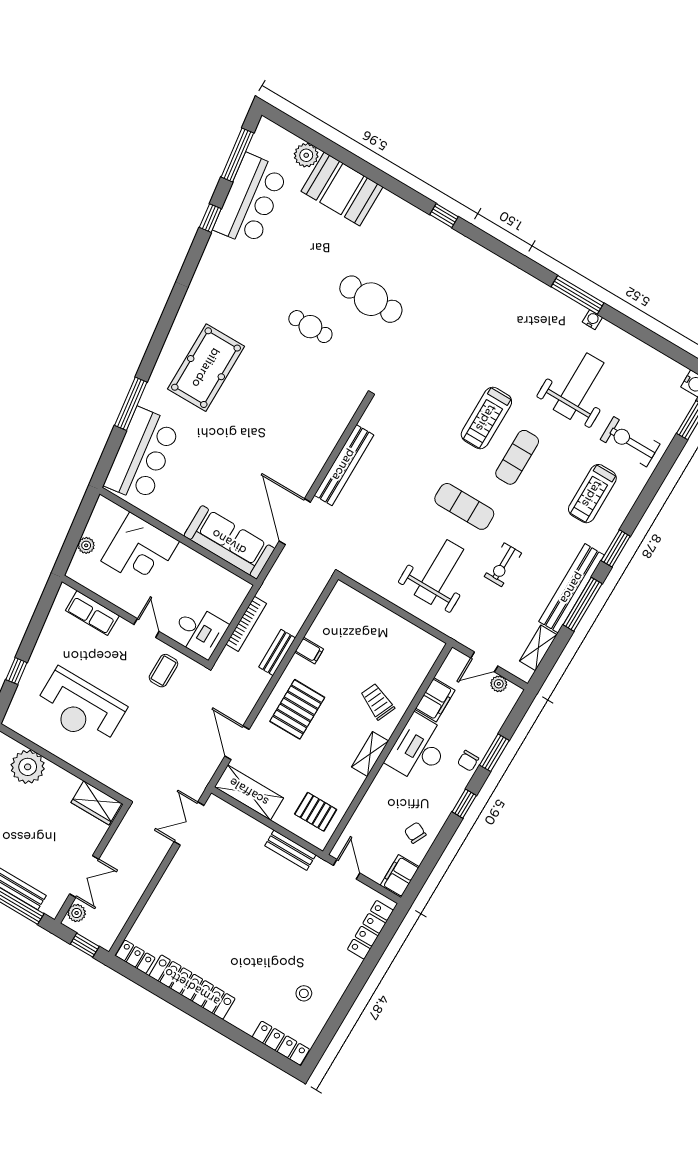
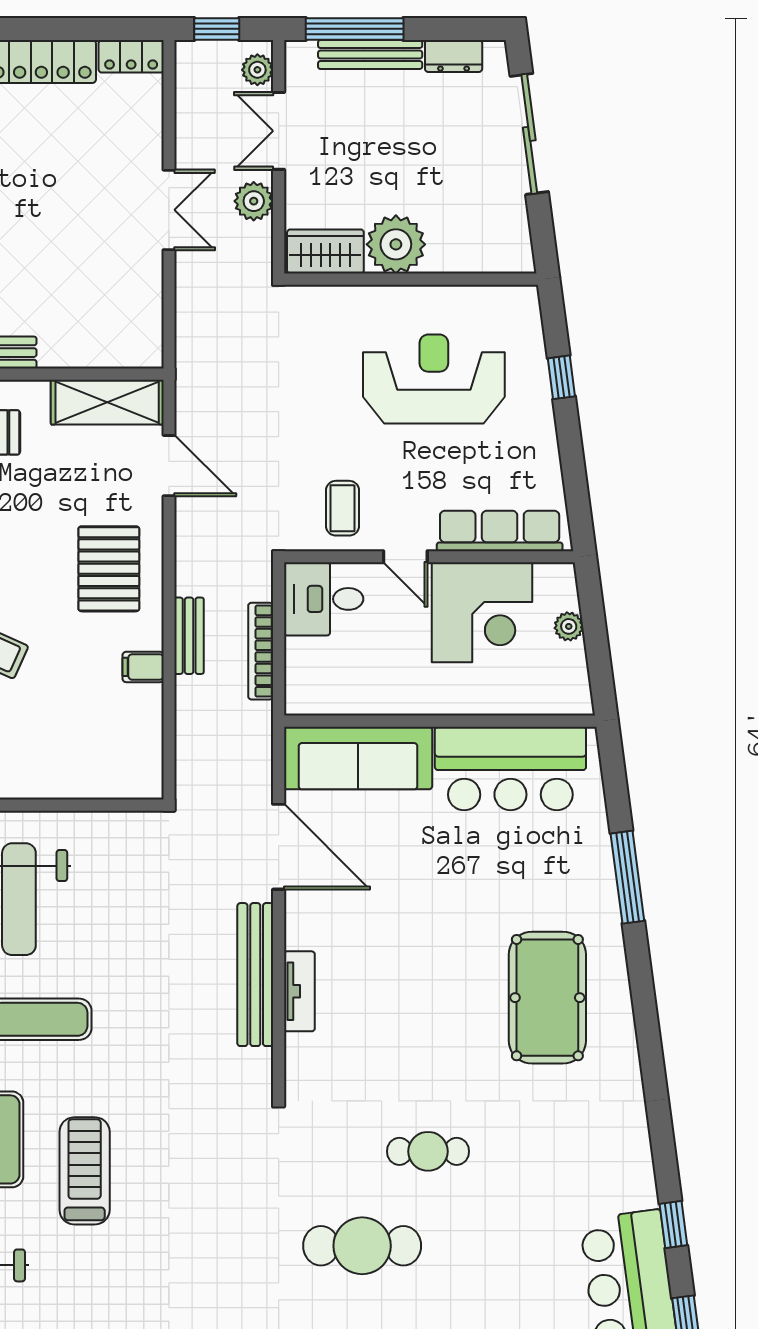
tv unit: (327, 444) -> (299, 991), added
bar counter: (142, 455) -> (510, 769), moved, turned -82
corner desk: (140, 551) -> (482, 612), moved, turned 180
row of seats: (92, 613) -> (500, 531), width x1.48
plant: (28, 767) -> (396, 244), moved
double door: (189, 824) -> (169, 210), moved
plant: (117, 849) -> (254, 201), added

